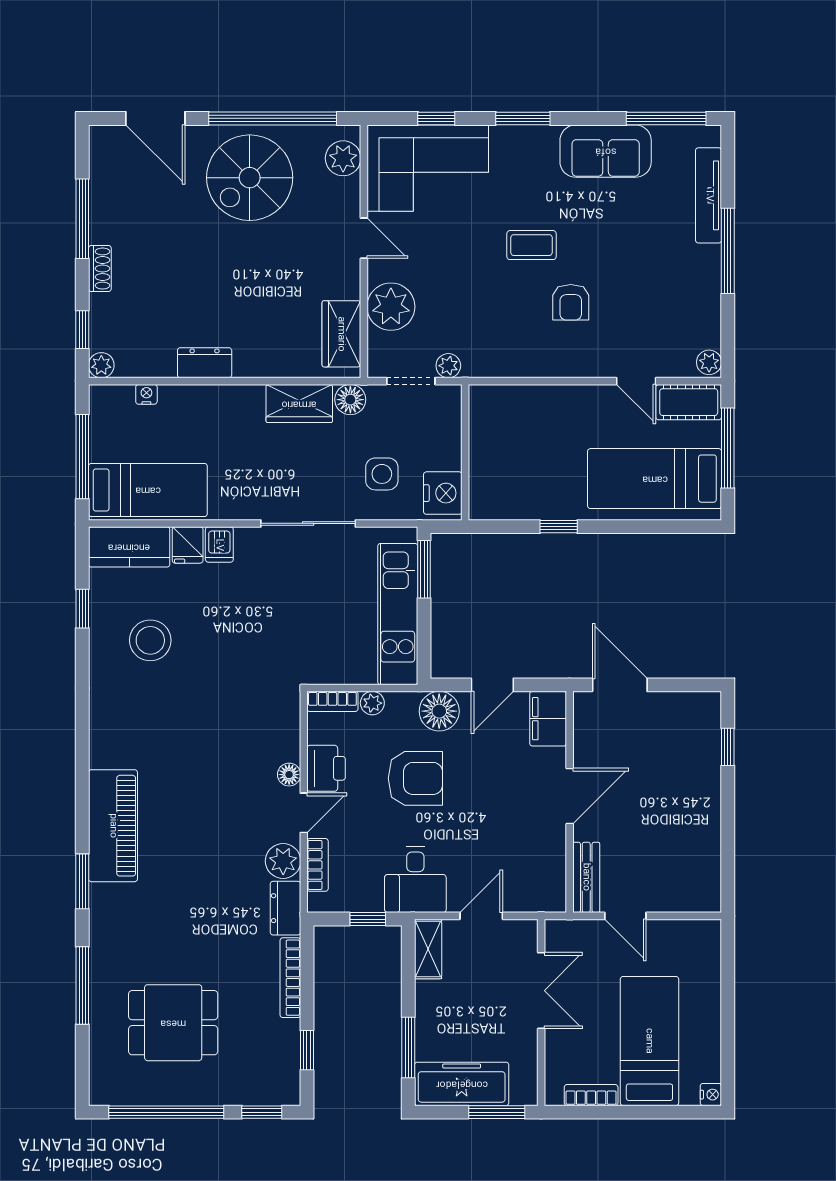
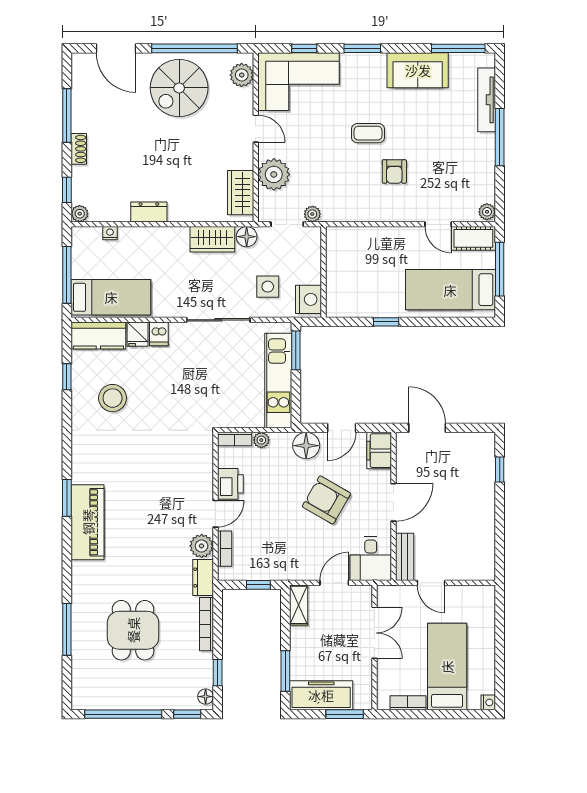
floor lamp: (289, 775) -> (206, 697), moved
armchair: (415, 778) -> (326, 500), moved, turned -150
desk: (415, 880) -> (371, 558), moved
window: (82, 881) -> (67, 498), moved
dining table: (173, 1023) -> (133, 630), moved, turned 90

